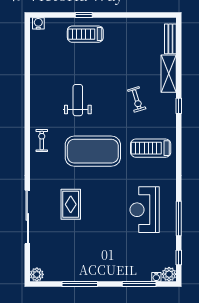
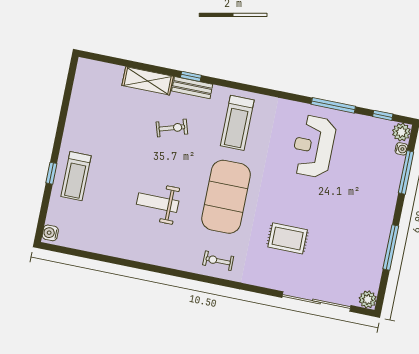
bench: (170, 39) -> (192, 88), moved
exercise bike: (42, 140) -> (218, 261), moved
reception desk: (145, 210) -> (313, 146), turned 90
sliding door: (27, 217) -> (316, 301), moved

